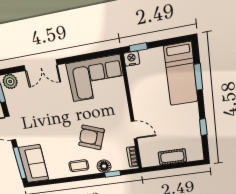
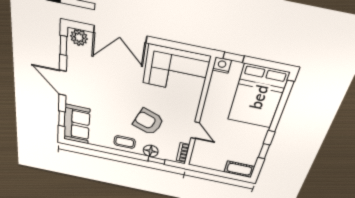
double door: (41, 65) -> (120, 34), width x1.37
bed: (181, 74) -> (258, 97), width x1.50
window: (198, 77) -> (281, 107), width x2.11
cot: (172, 157) -> (239, 169), moved
window: (20, 163) -> (62, 119), width x0.46

